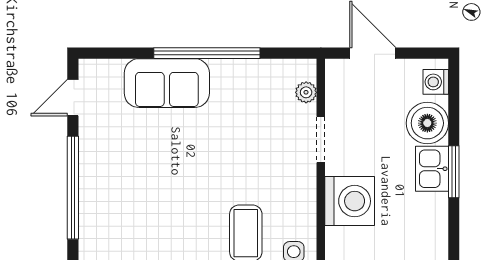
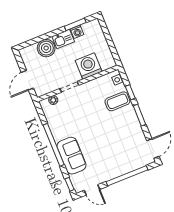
window: (105, 53) -> (70, 184), added
washing machine: (436, 82) -> (77, 32), moved
window: (454, 172) -> (75, 24), moved

